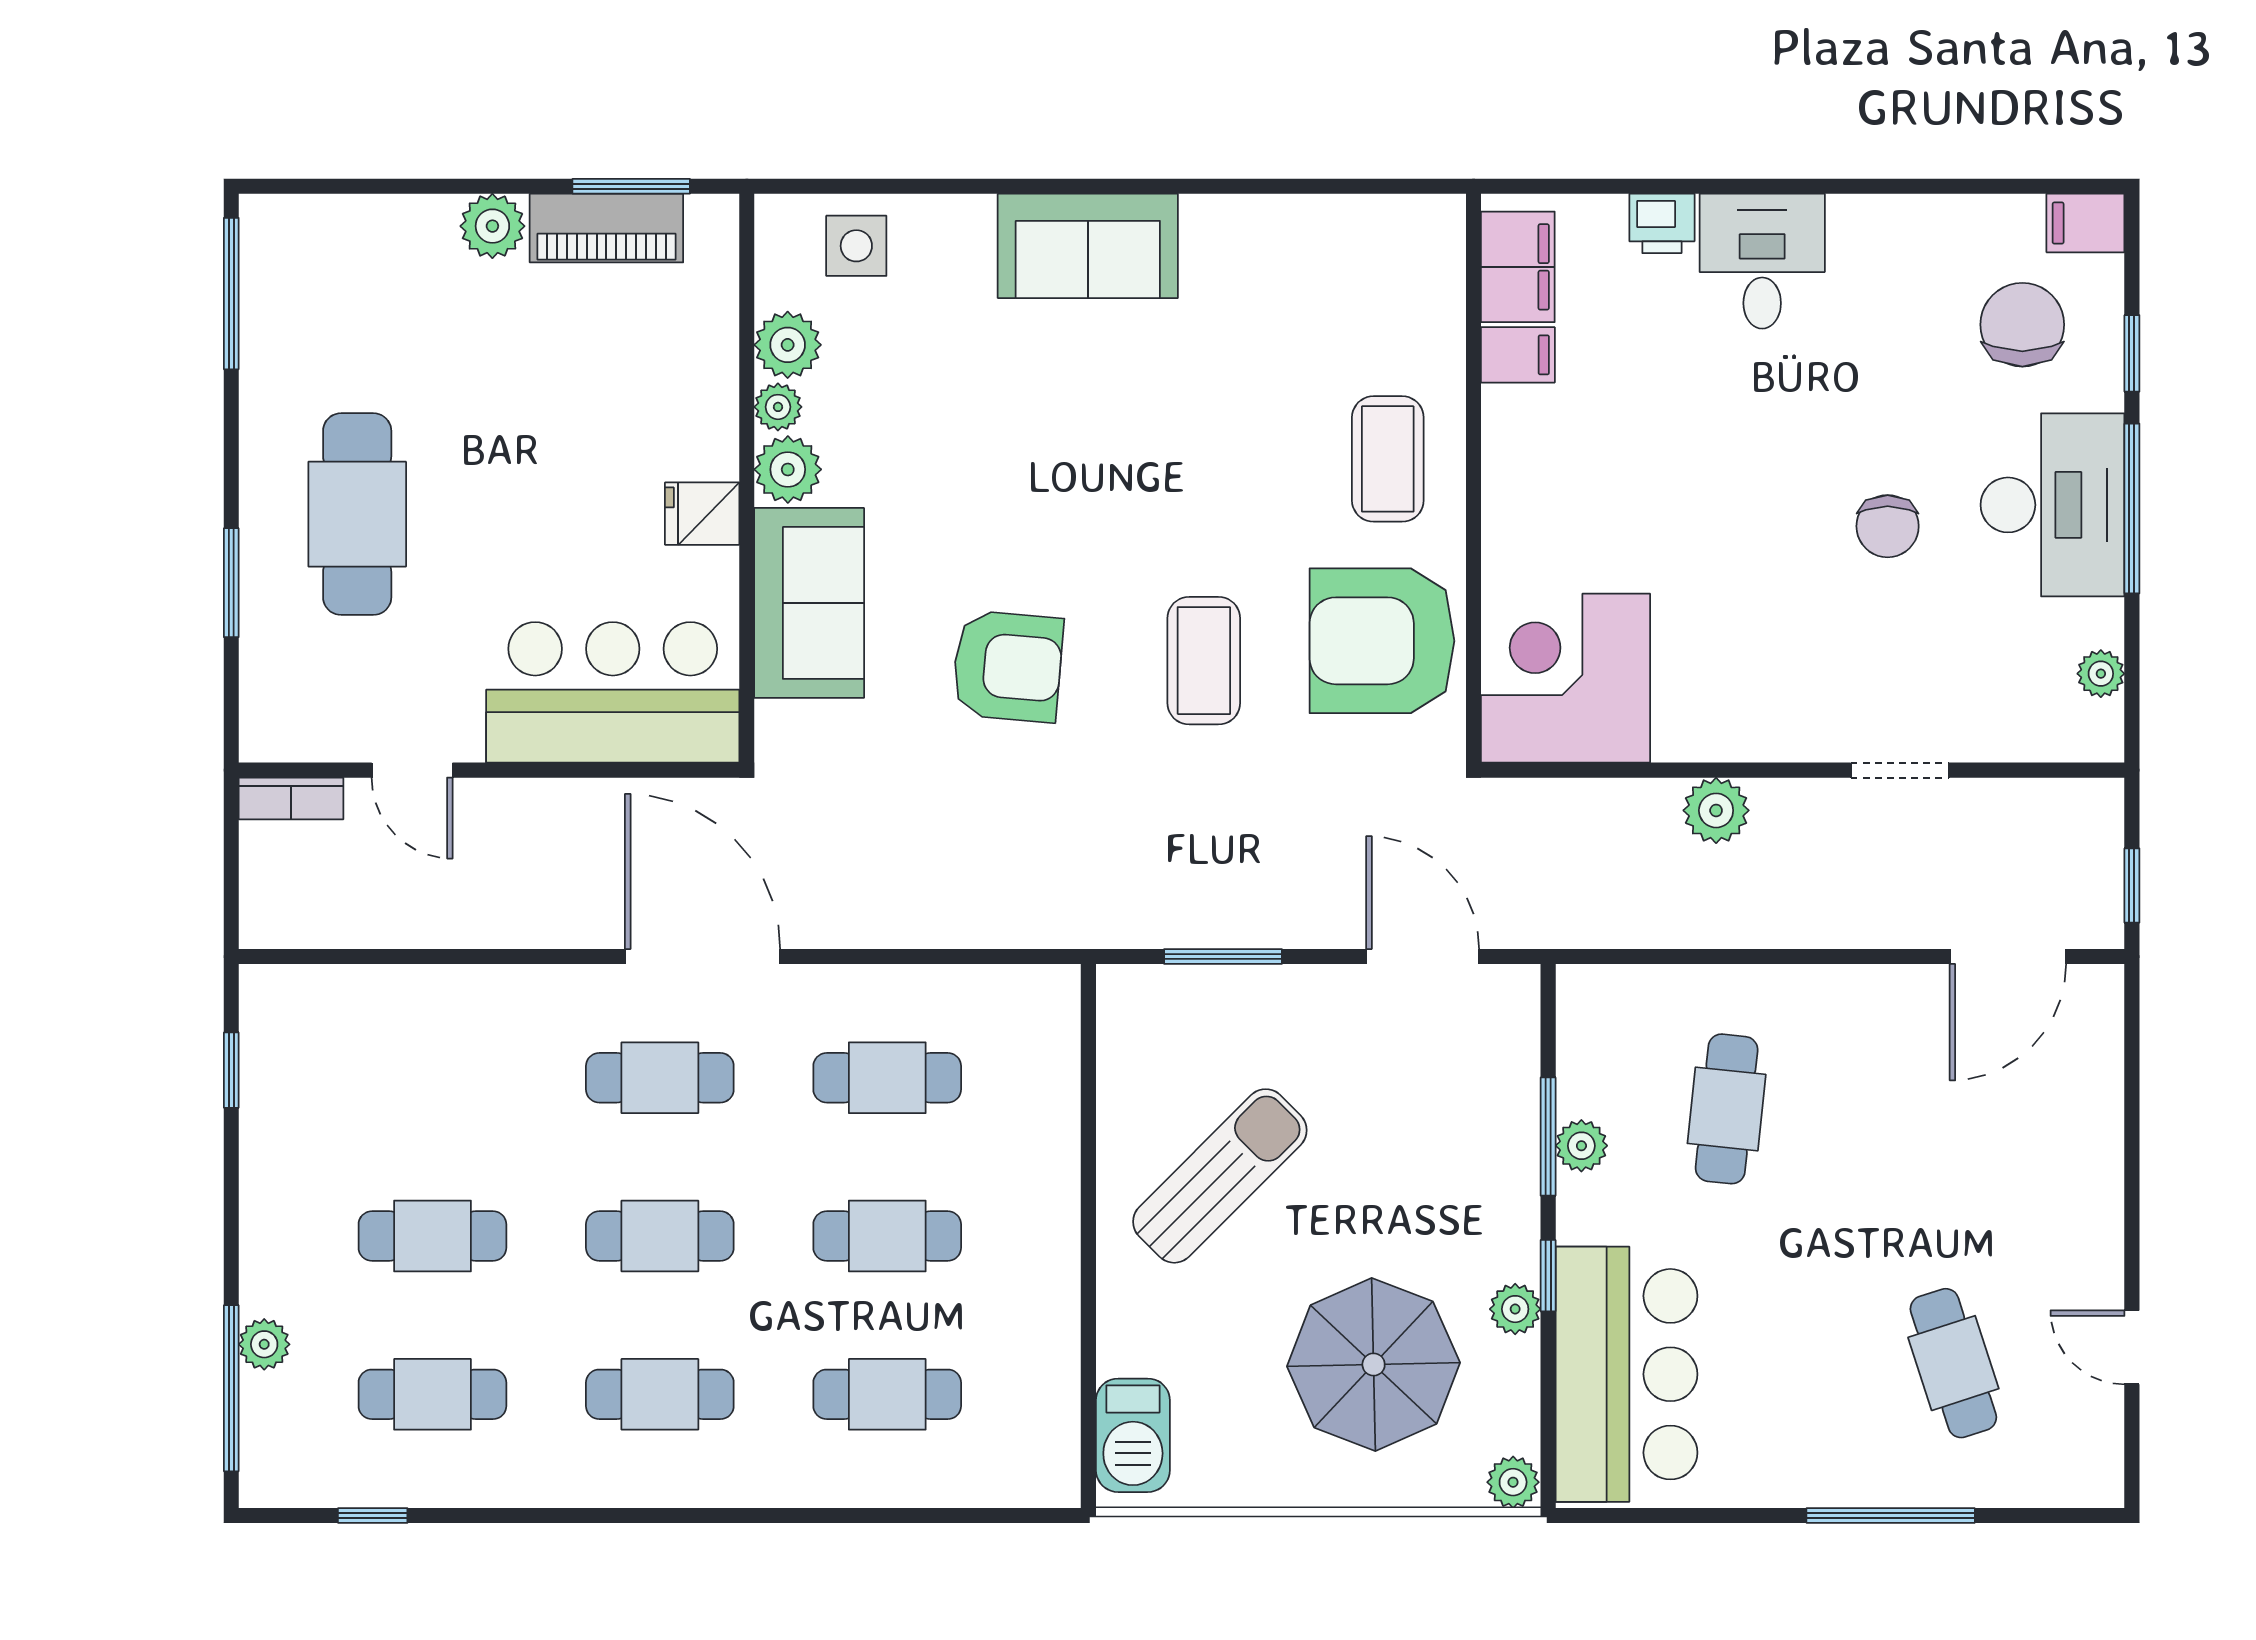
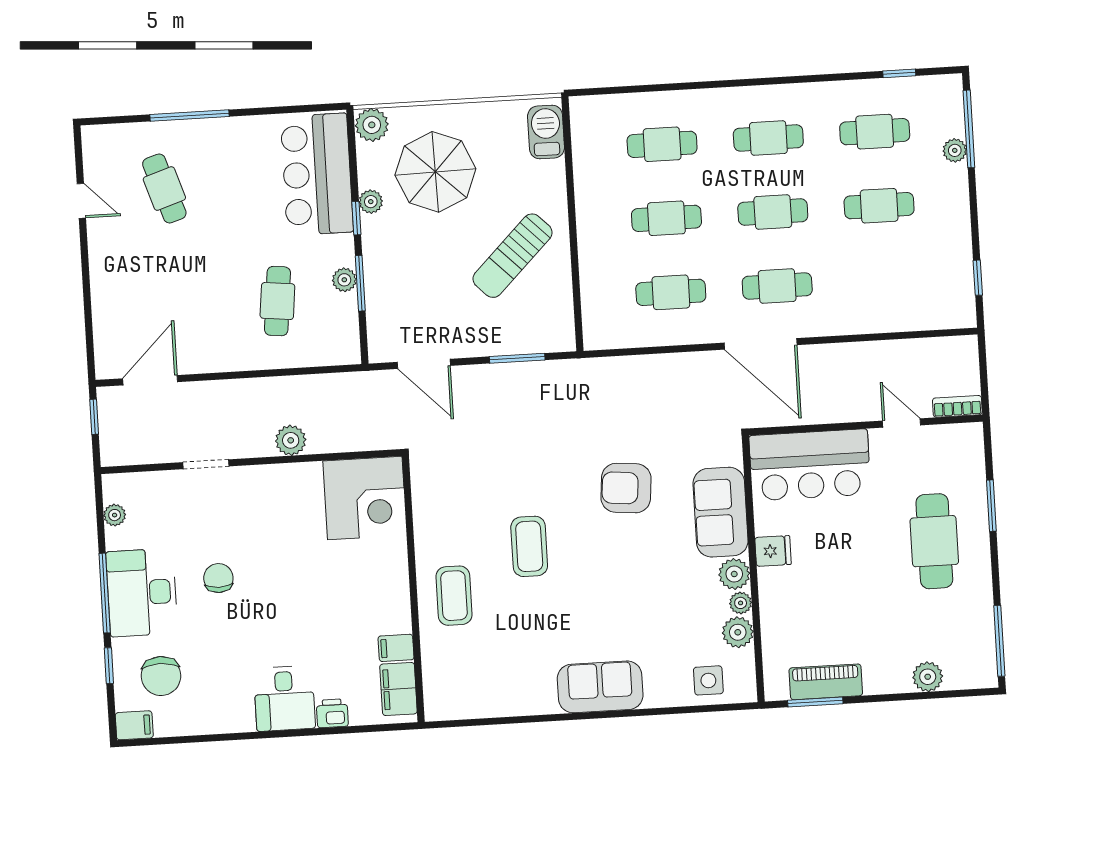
plant: (492, 226) -> (928, 677), moved
armchair: (1382, 641) -> (452, 510), removed
coffee table: (1204, 661) -> (529, 546), moved
plant: (1513, 1482) -> (372, 125), width x1.38, depth x1.38

